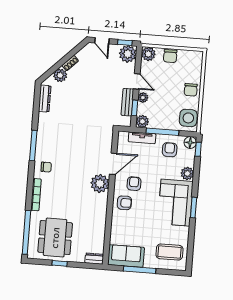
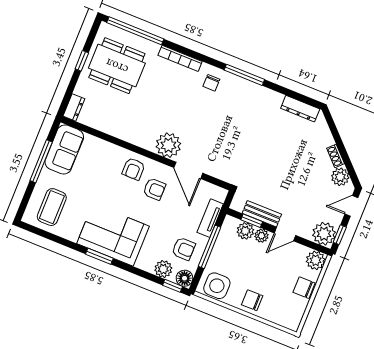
plant: (60, 75) -> (340, 177), moved
plant: (142, 121) -> (245, 231), moved
plant: (187, 173) -> (163, 269), moved

